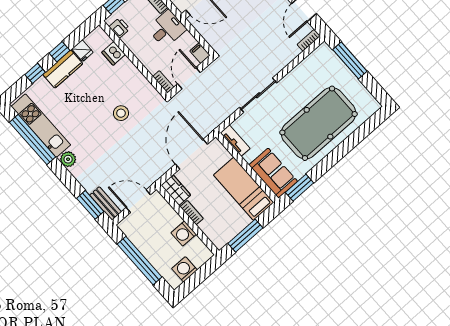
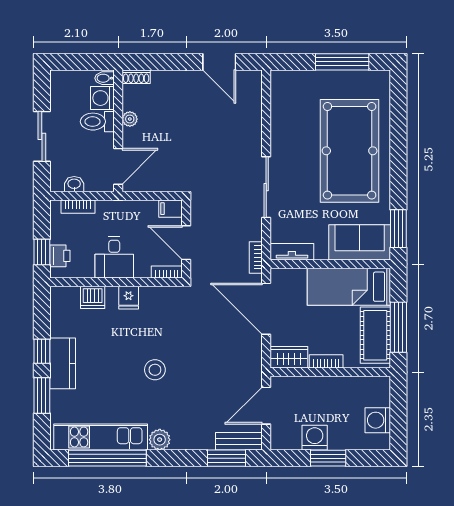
printer: (119, 28) -> (60, 256), moved, turned 90
desk: (167, 29) -> (114, 257), moved, turned 180
bookcase: (309, 40) -> (256, 257), moved
fridge: (82, 51) -> (129, 298), moved, turned 90
window: (350, 60) -> (342, 62), moved
window: (35, 73) -> (42, 396), width x1.50
stool: (121, 113) -> (155, 370), moved
cot: (230, 227) -> (375, 335), added
washing machine: (184, 234) -> (315, 438), moved, turned 180
window: (140, 261) -> (328, 458), width x0.47

